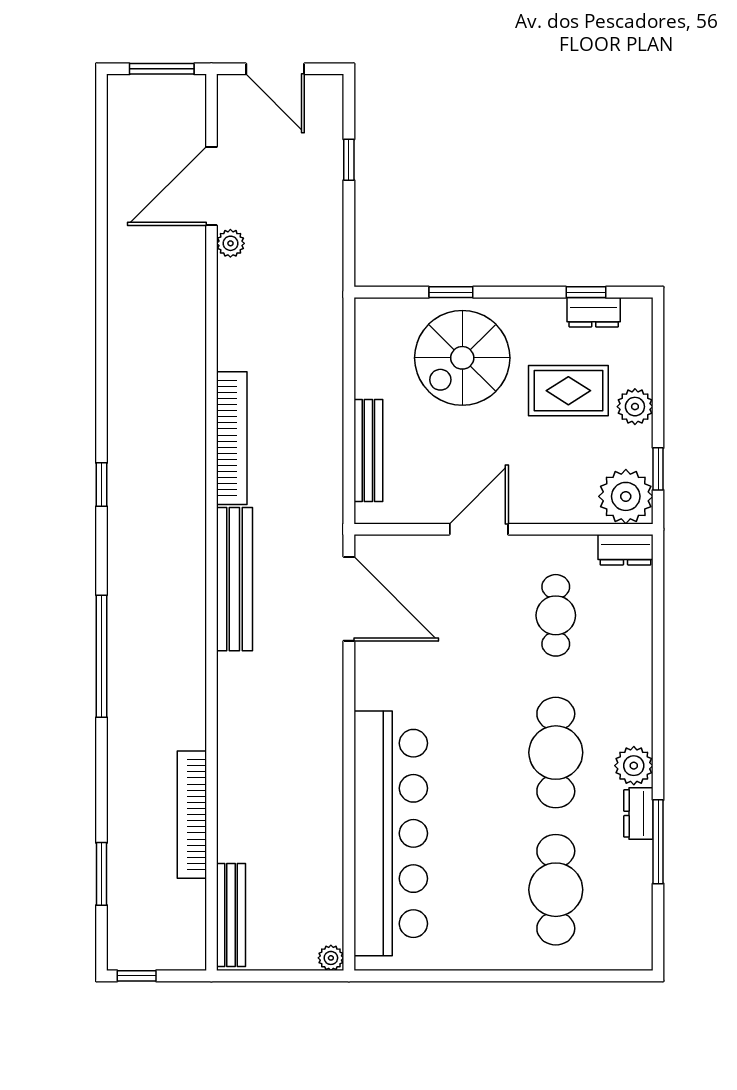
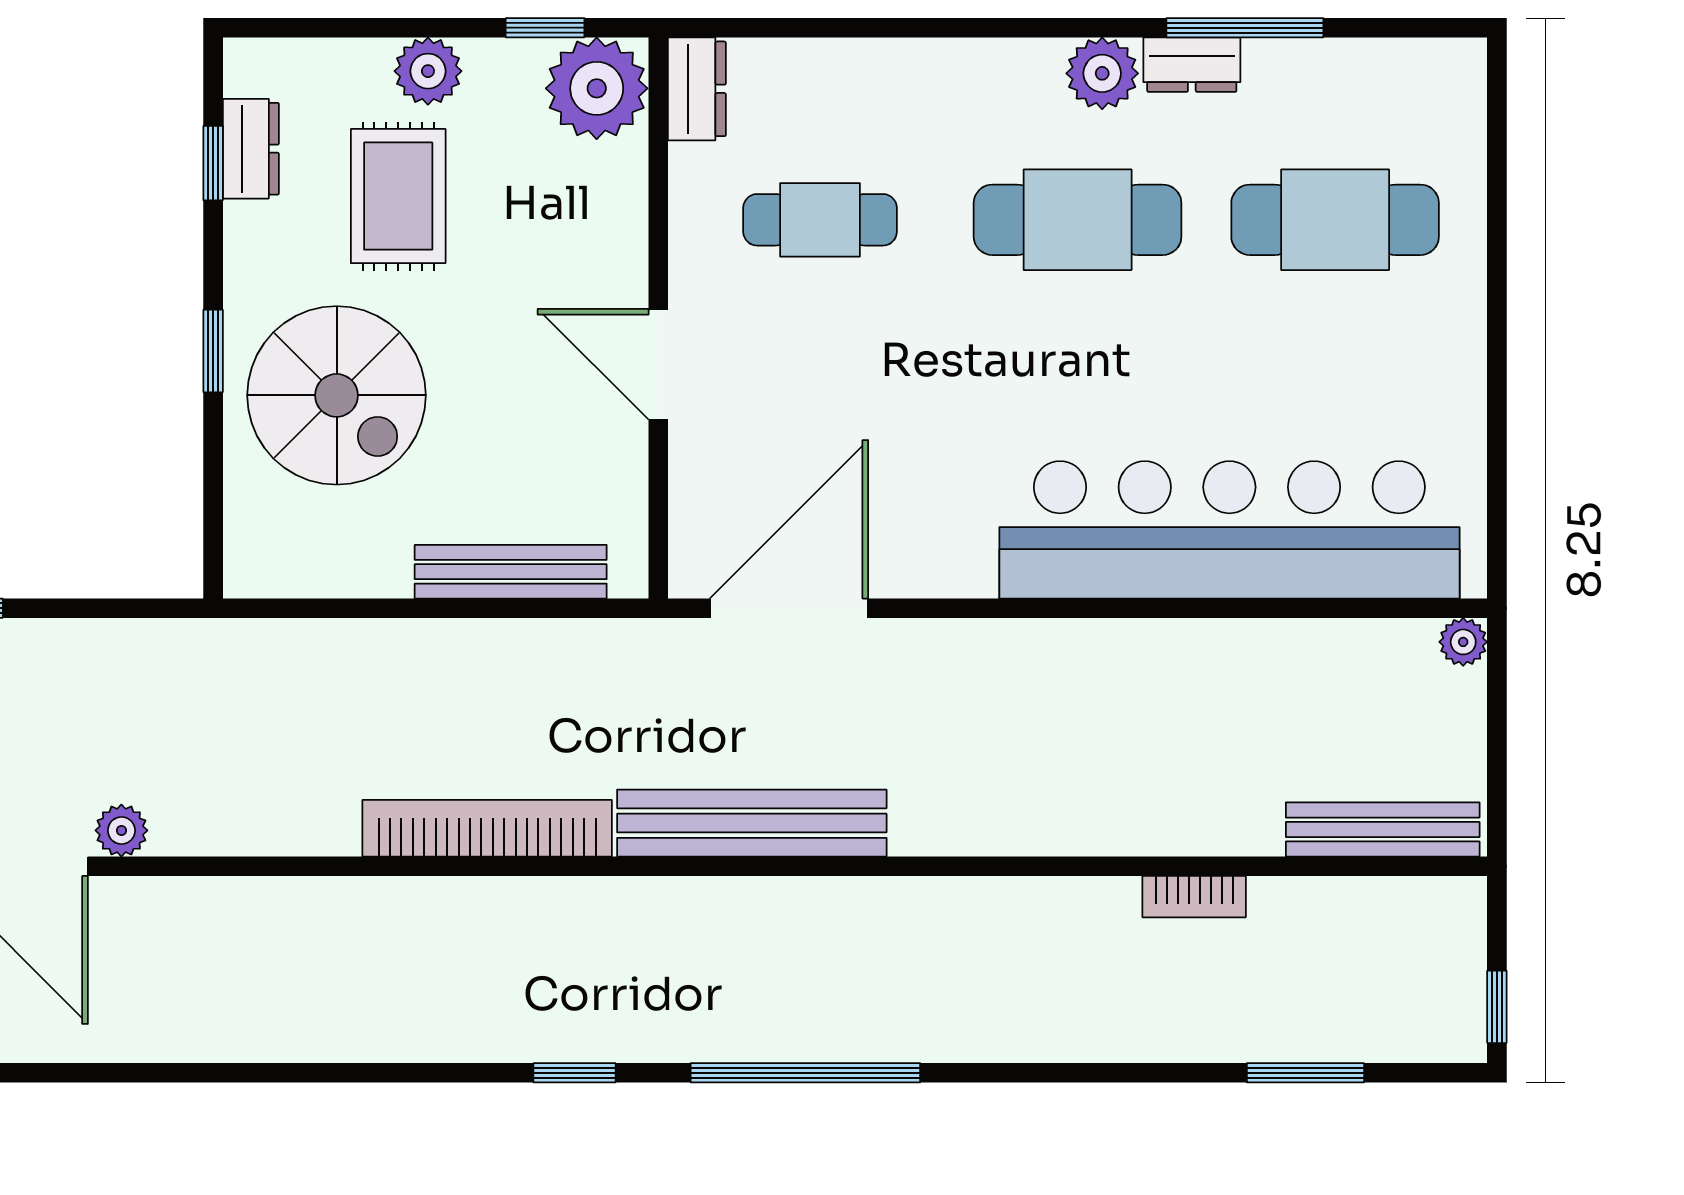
window: (451, 292) -> (213, 351), moved
window: (101, 656) -> (805, 1073), moved
bookcase: (192, 815) -> (1194, 897), width x0.43, depth x0.76

